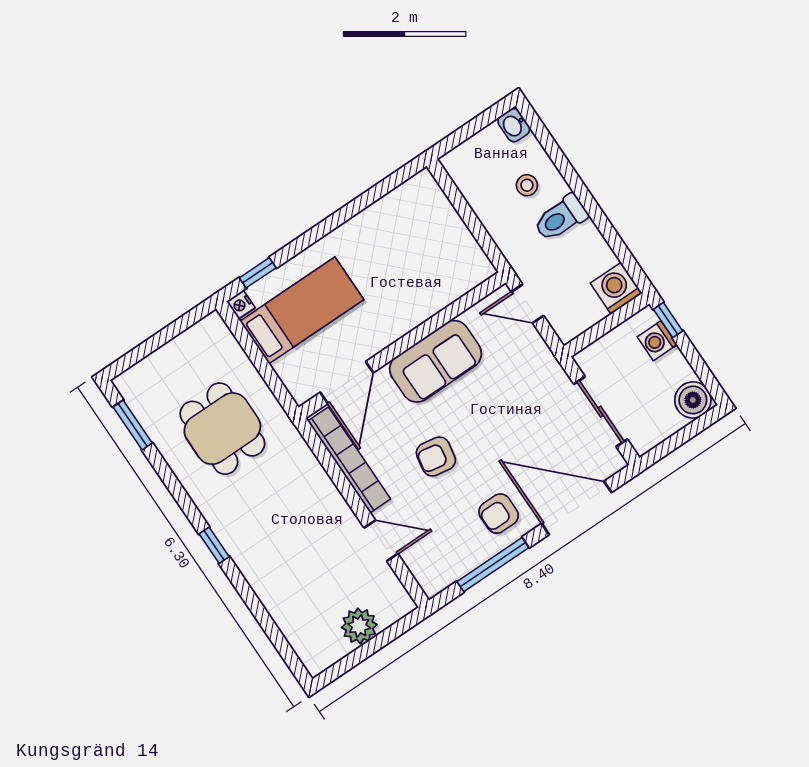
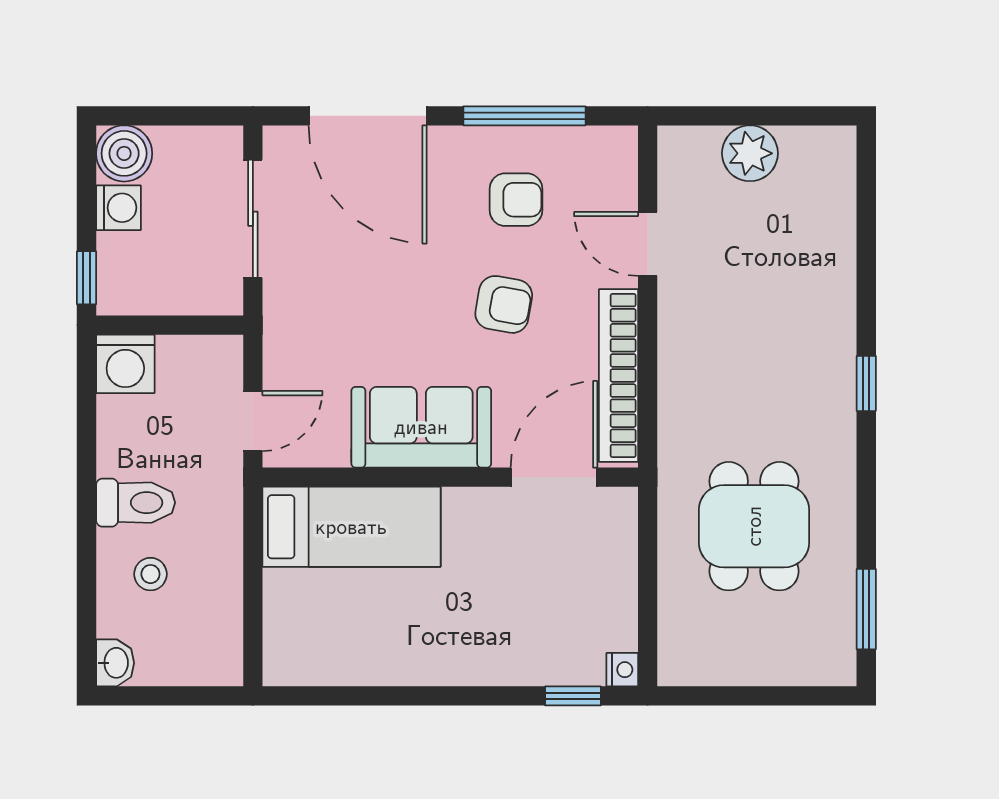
door: (528, 304) -> (253, 421), hinge flipped
bed: (302, 310) -> (351, 527), moved, turned 180
washing machine: (657, 341) -> (118, 208), moved
armchair: (499, 514) -> (516, 200), moved

